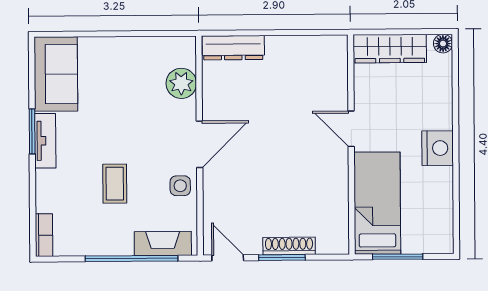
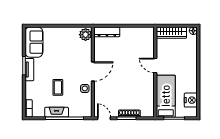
plant: (181, 83) -> (86, 35), moved
nightstand: (438, 148) -> (191, 100), moved
fireplace: (163, 244) -> (57, 112), moved

